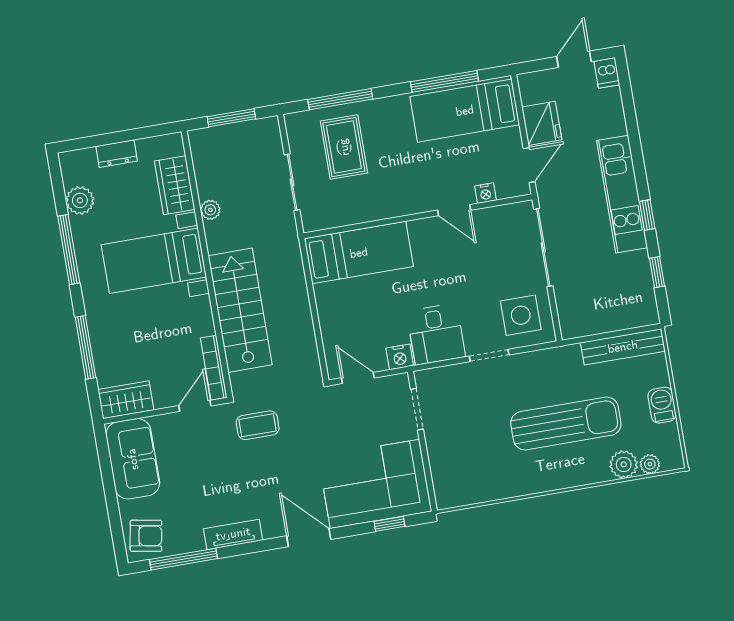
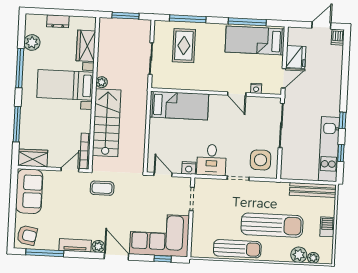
kitchen unit: (622, 194) -> (329, 149), moved
plant: (210, 210) -> (102, 82), moved
sun lounger: (515, 478) -> (237, 249), added
plant: (274, 527) -> (98, 246), added

